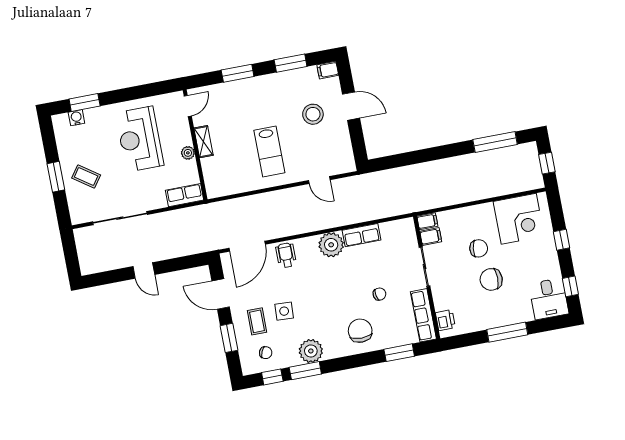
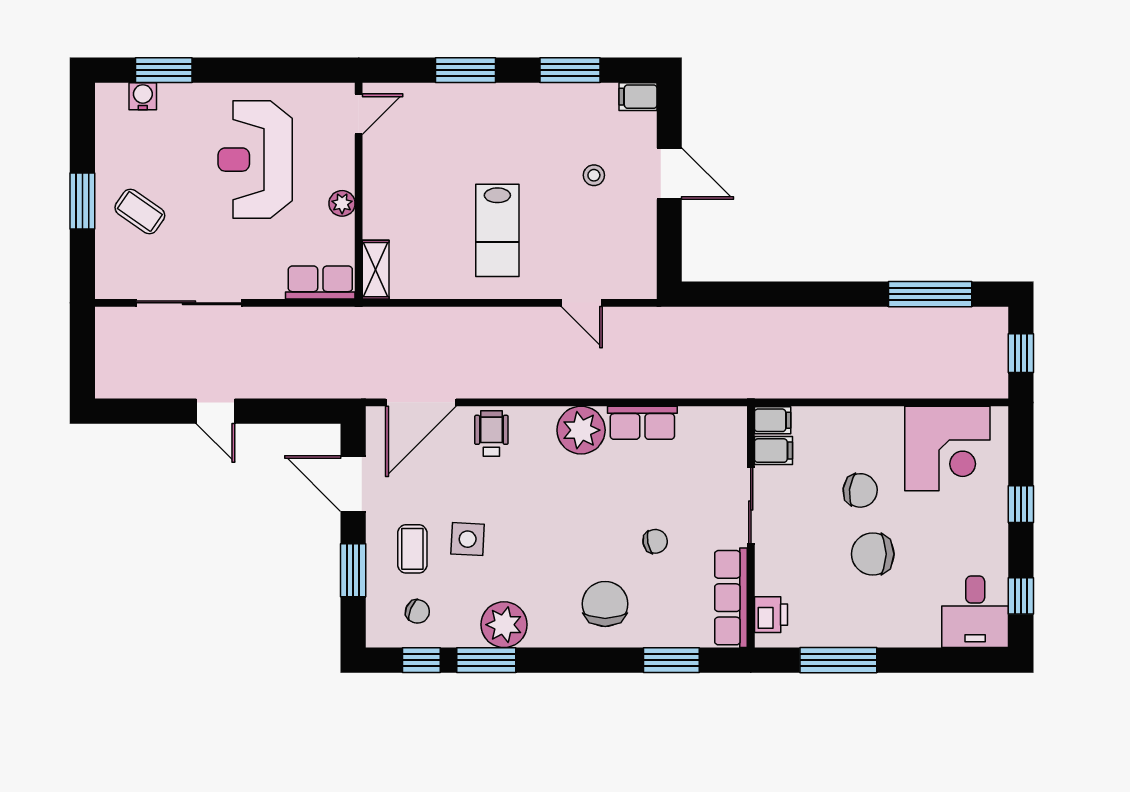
stool: (313, 114) -> (594, 175), width x0.53, depth x0.53
shelving: (203, 142) -> (376, 270), moved
window: (507, 332) -> (838, 660), moved

